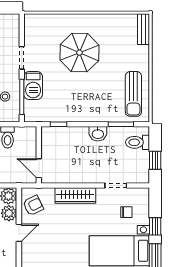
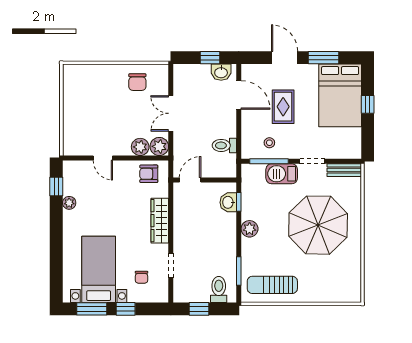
bench: (143, 29) -> (344, 170), moved
parasol: (79, 53) -> (318, 225), width x1.36, depth x1.36
plant: (83, 115) -> (250, 229), added
washbasin: (98, 134) -> (228, 202), moved
armchair: (33, 205) -> (149, 174), turned 116
door: (19, 233) -> (103, 158), moved

